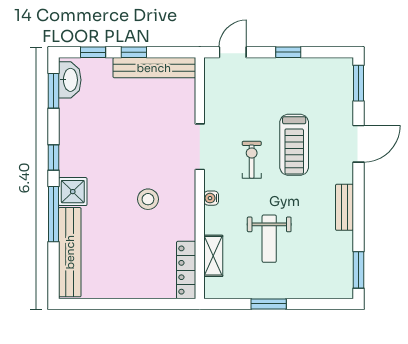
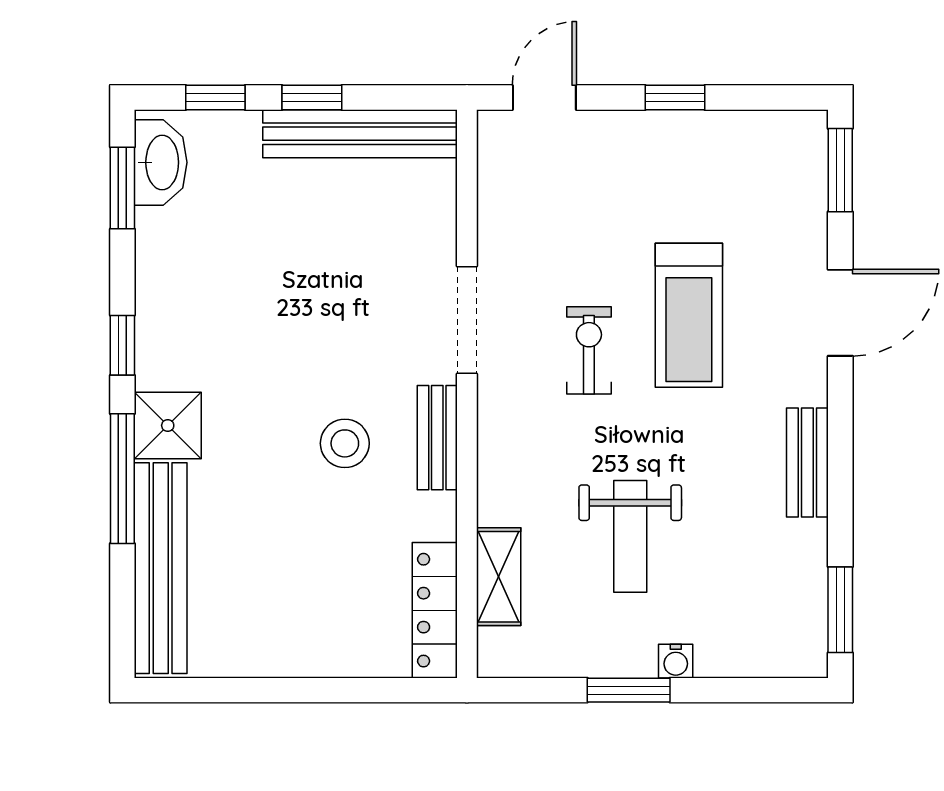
bench: (187, 197) -> (437, 438), added
water cooler: (211, 198) -> (676, 661), moved, turned -90

